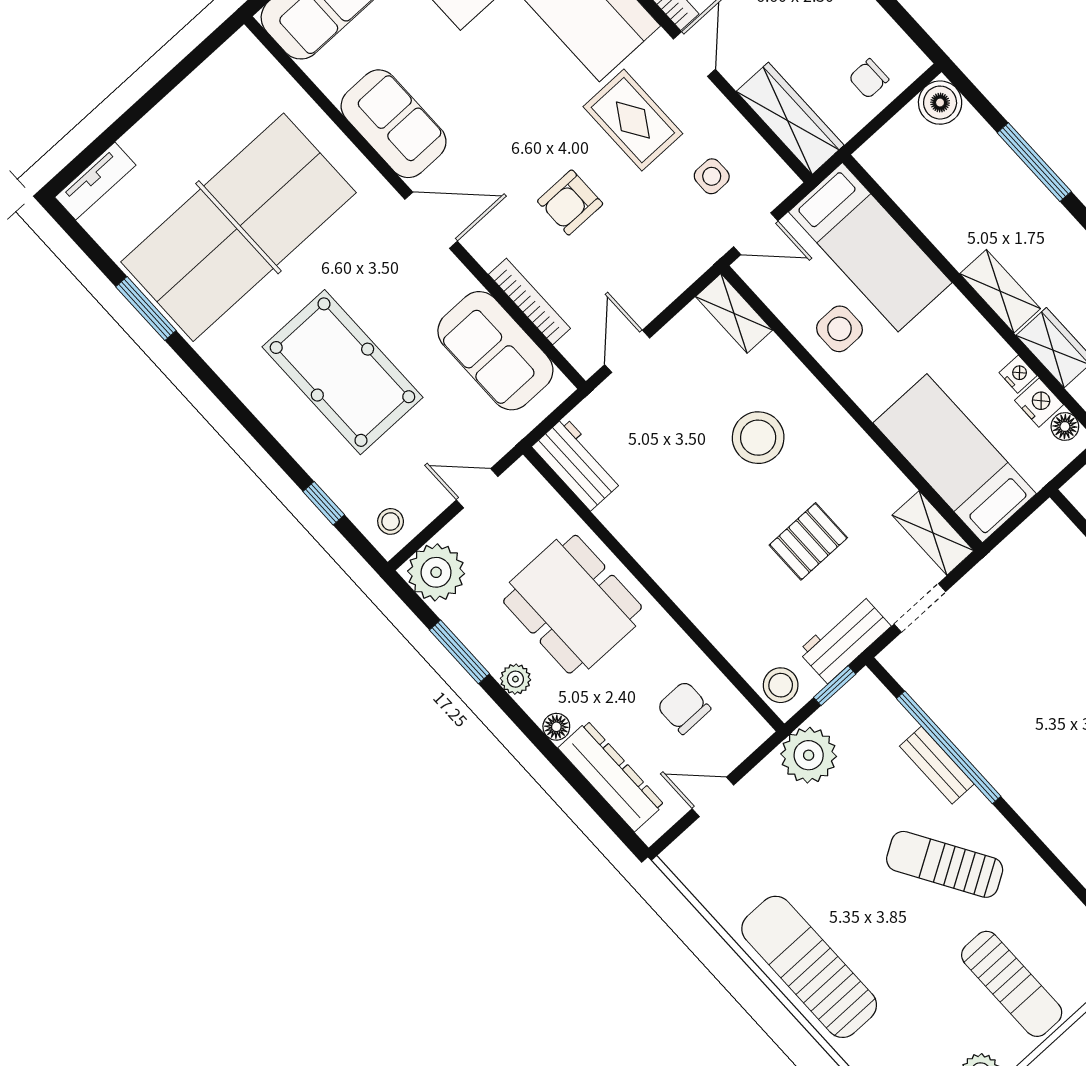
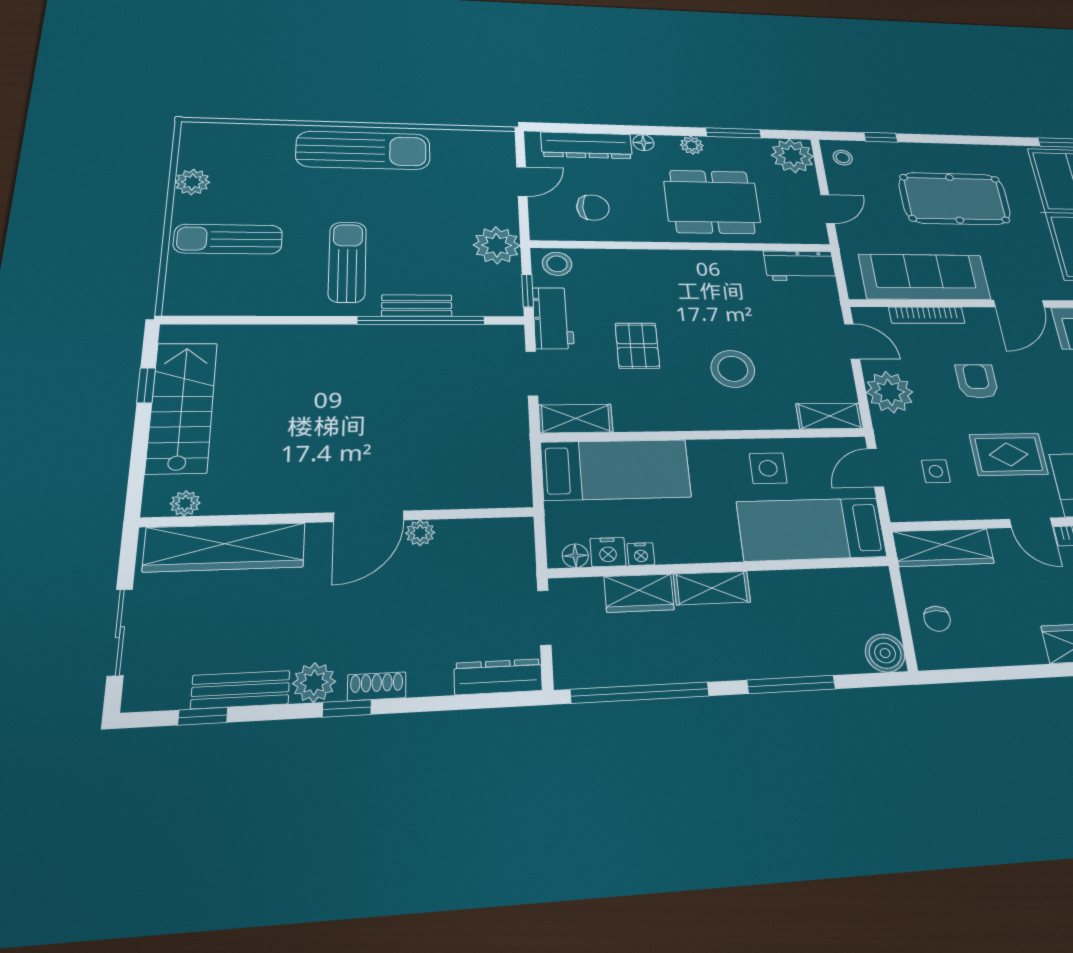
chair: (869, 79) -> (937, 619), turned 180
plant: (657, 276) -> (890, 392), added
sofa: (495, 351) -> (925, 277), width x1.36
sun lounger: (945, 864) -> (347, 262), turned -59

